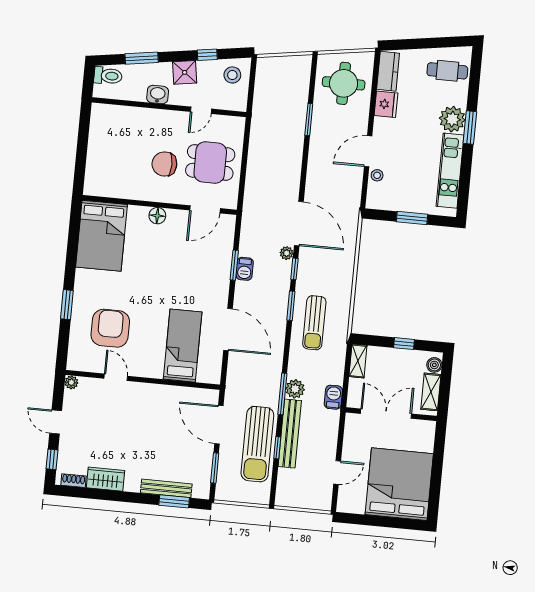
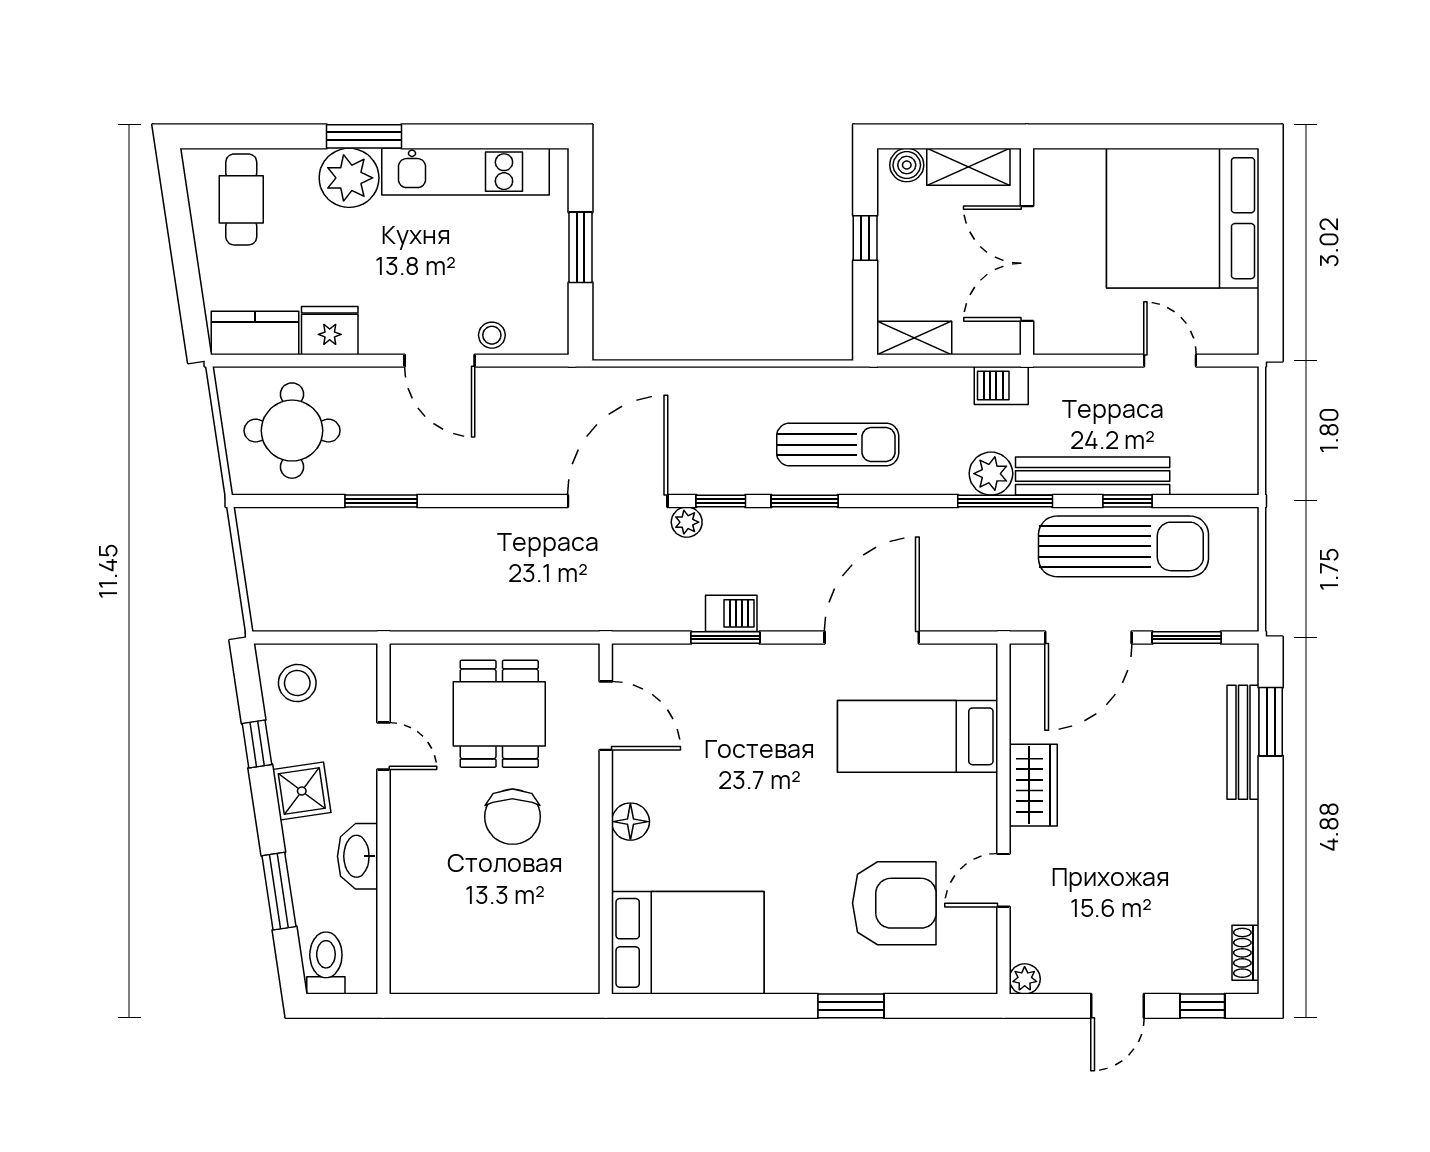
washbasin: (158, 95) -> (358, 856), width x1.38
armchair: (110, 328) -> (894, 903), turned 180
wardrobe: (106, 479) -> (1033, 785), moved, turned 180

